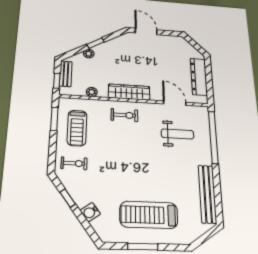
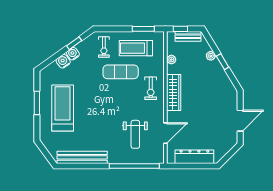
door: (146, 31) -> (240, 121), moved
exercise mat: (105, 146) -> (121, 72), added
water cooler: (81, 200) -> (73, 54), added

